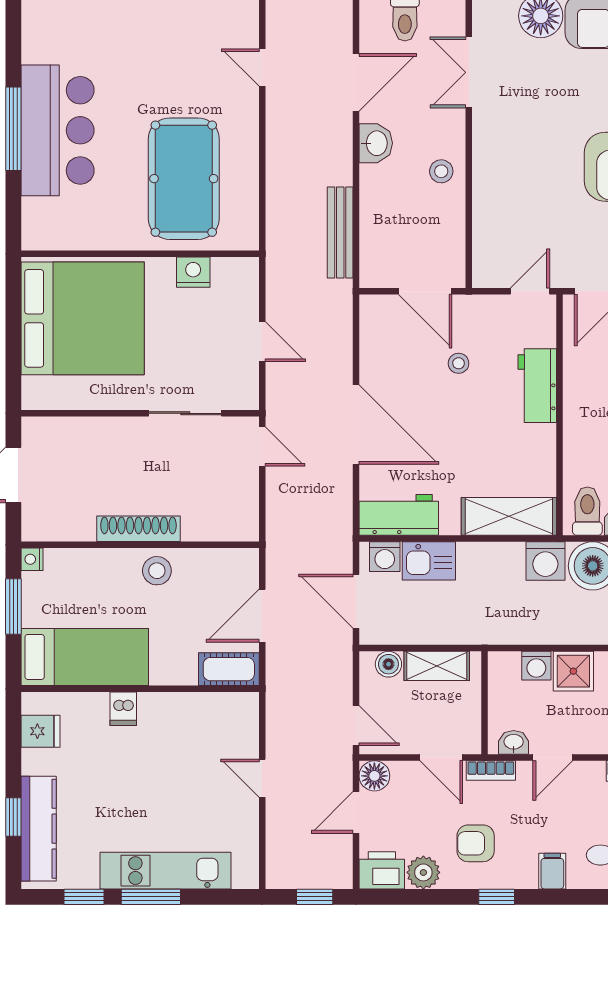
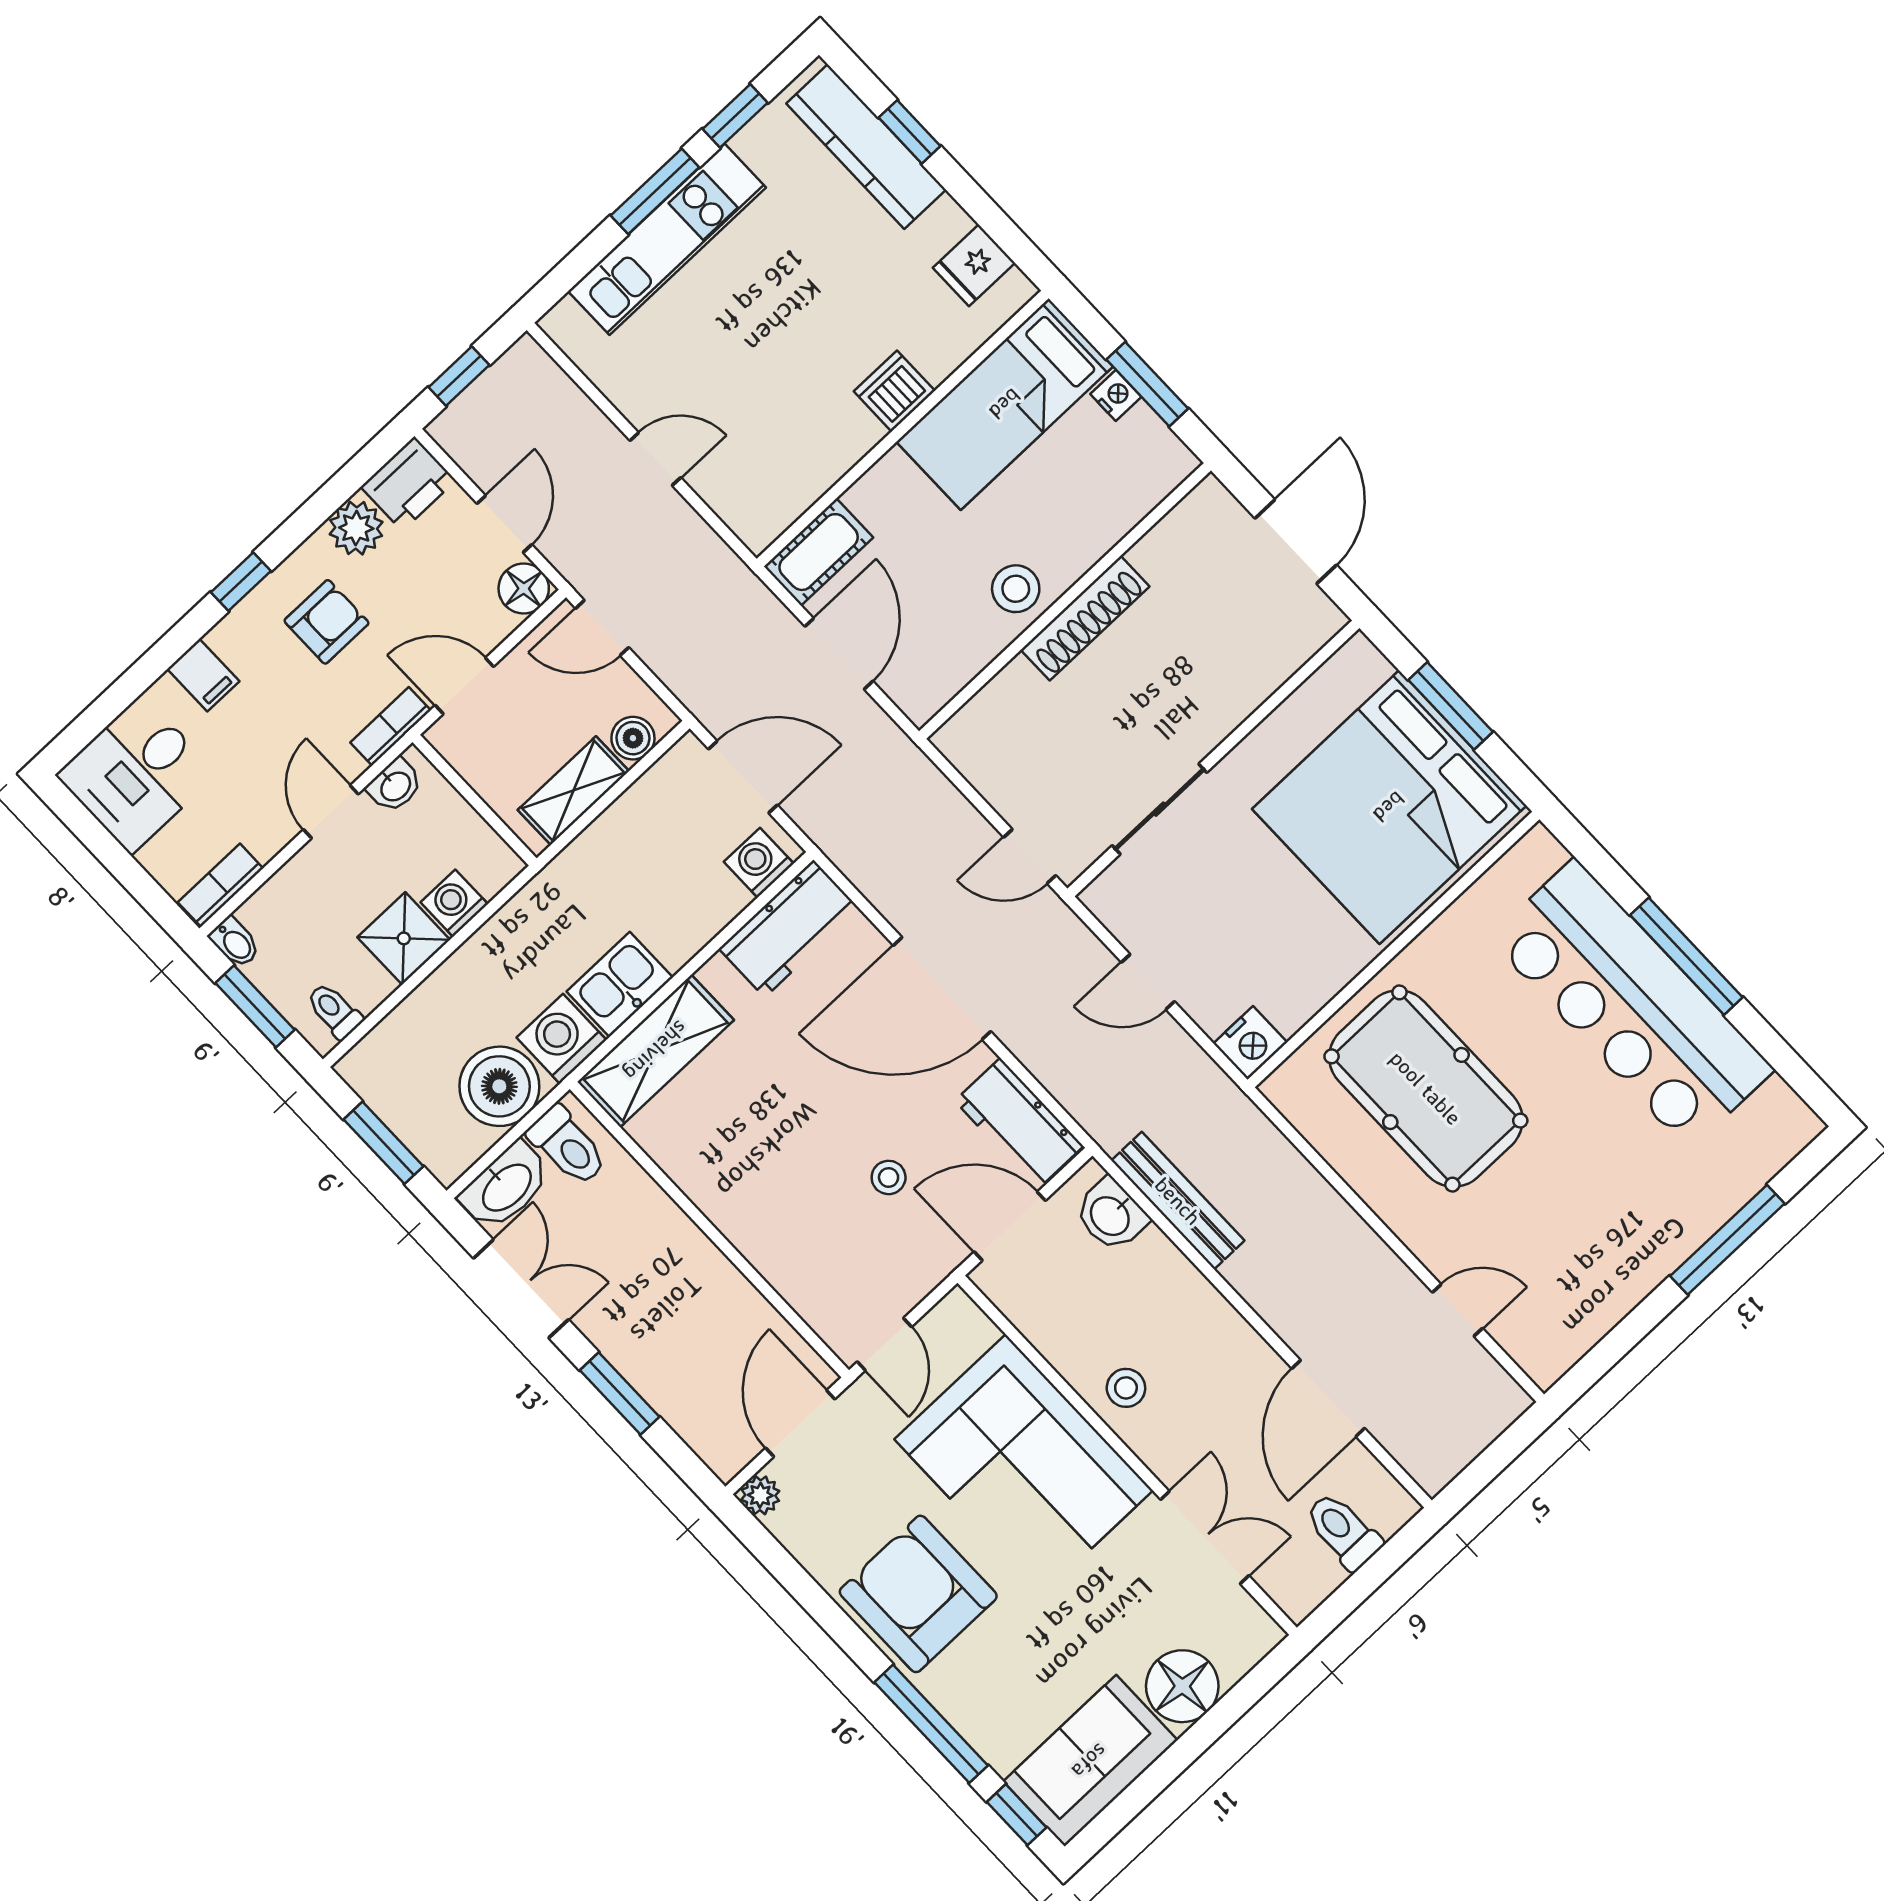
bar counter: (58, 130) -> (1632, 1004), width x1.36
washbasin: (376, 143) -> (1111, 1215), moved
corner sofa: (519, 180) -> (1024, 1465), added
nightstand: (193, 272) -> (1250, 1043), moved
window: (13, 338) -> (1451, 706), added
workbench: (537, 386) -> (1019, 1124), moved, turned 180
nightstand: (32, 559) -> (1116, 395), moved
kitchen sink: (429, 561) -> (620, 984), moved
dishwasher: (123, 709) -> (894, 391), width x1.38

